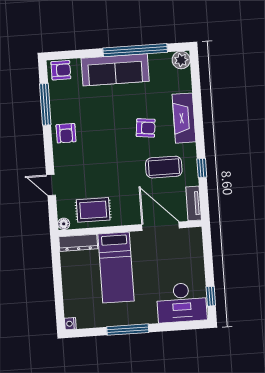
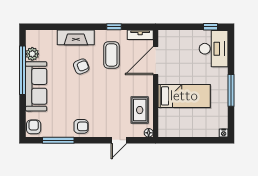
plant: (181, 60) -> (32, 54), moved
armchair: (146, 128) -> (81, 66), turned 62
dresser: (78, 243) -> (164, 123), removed

